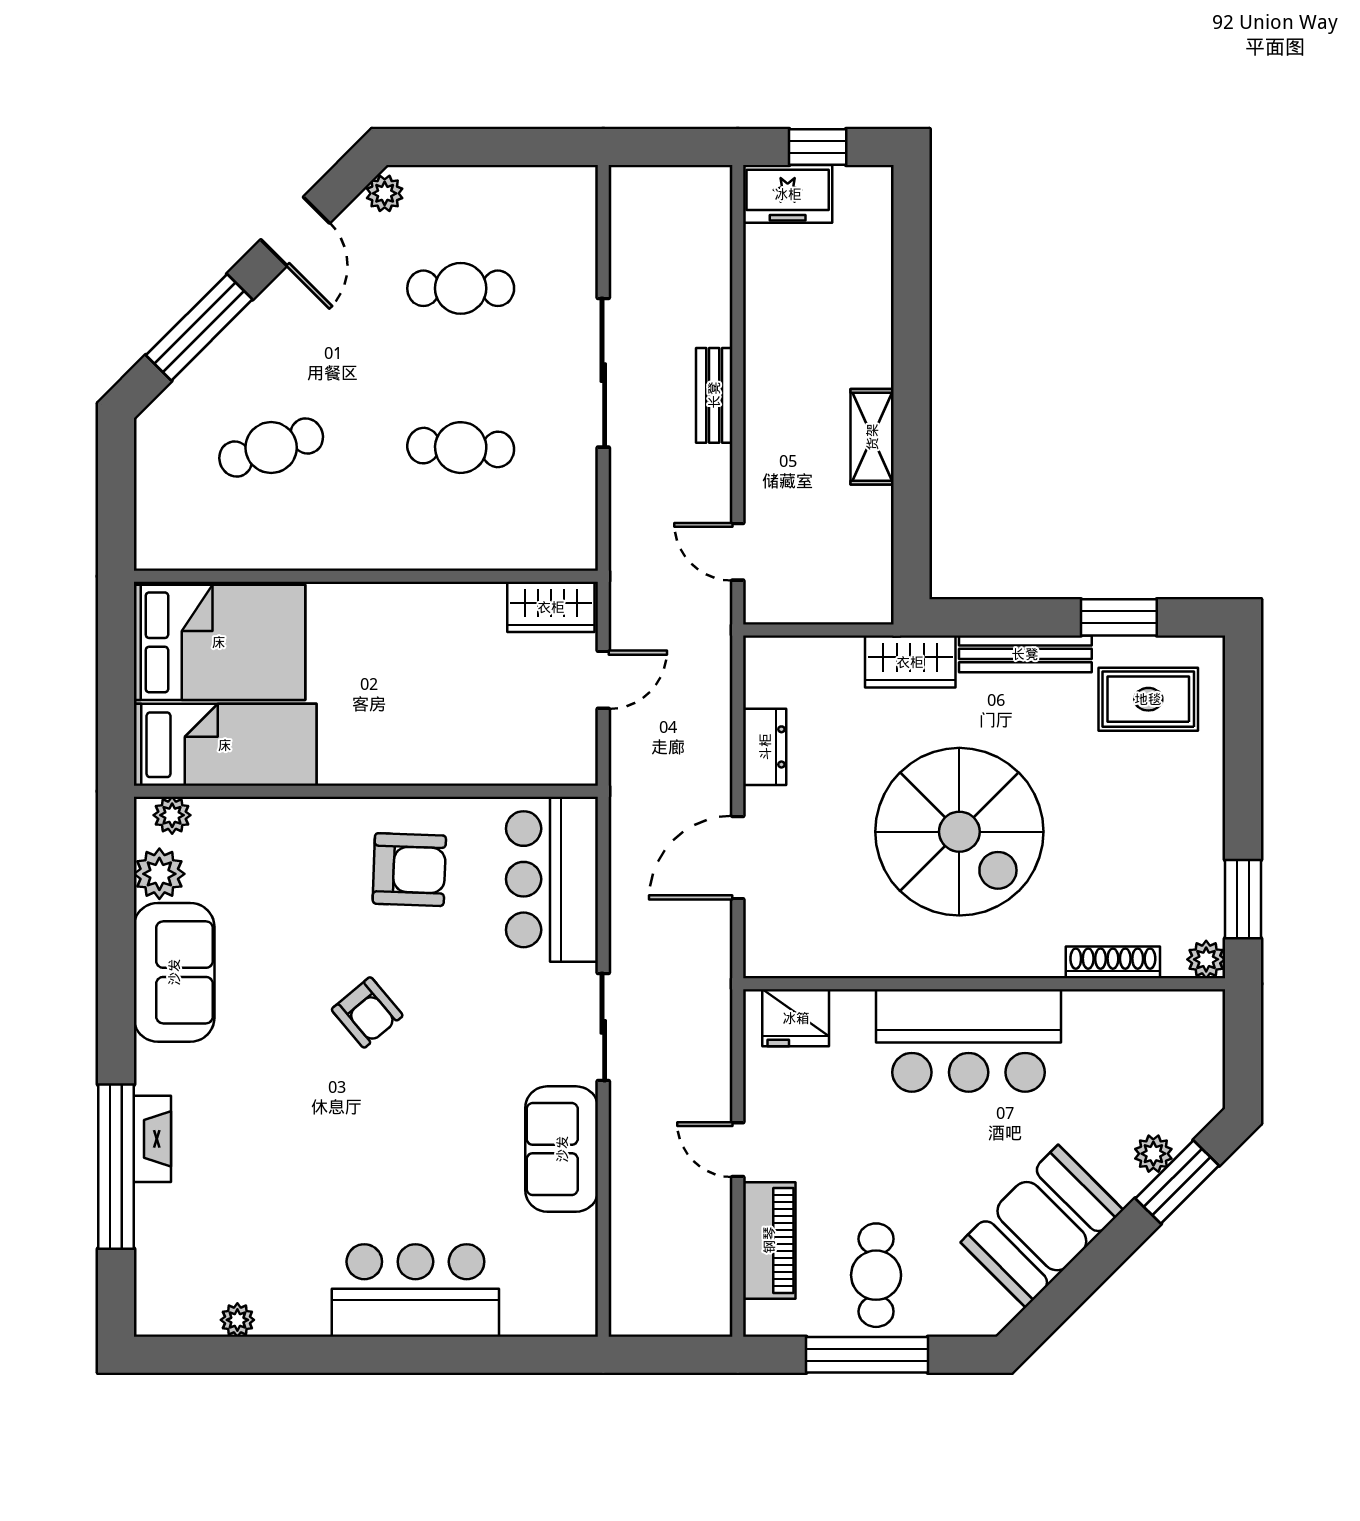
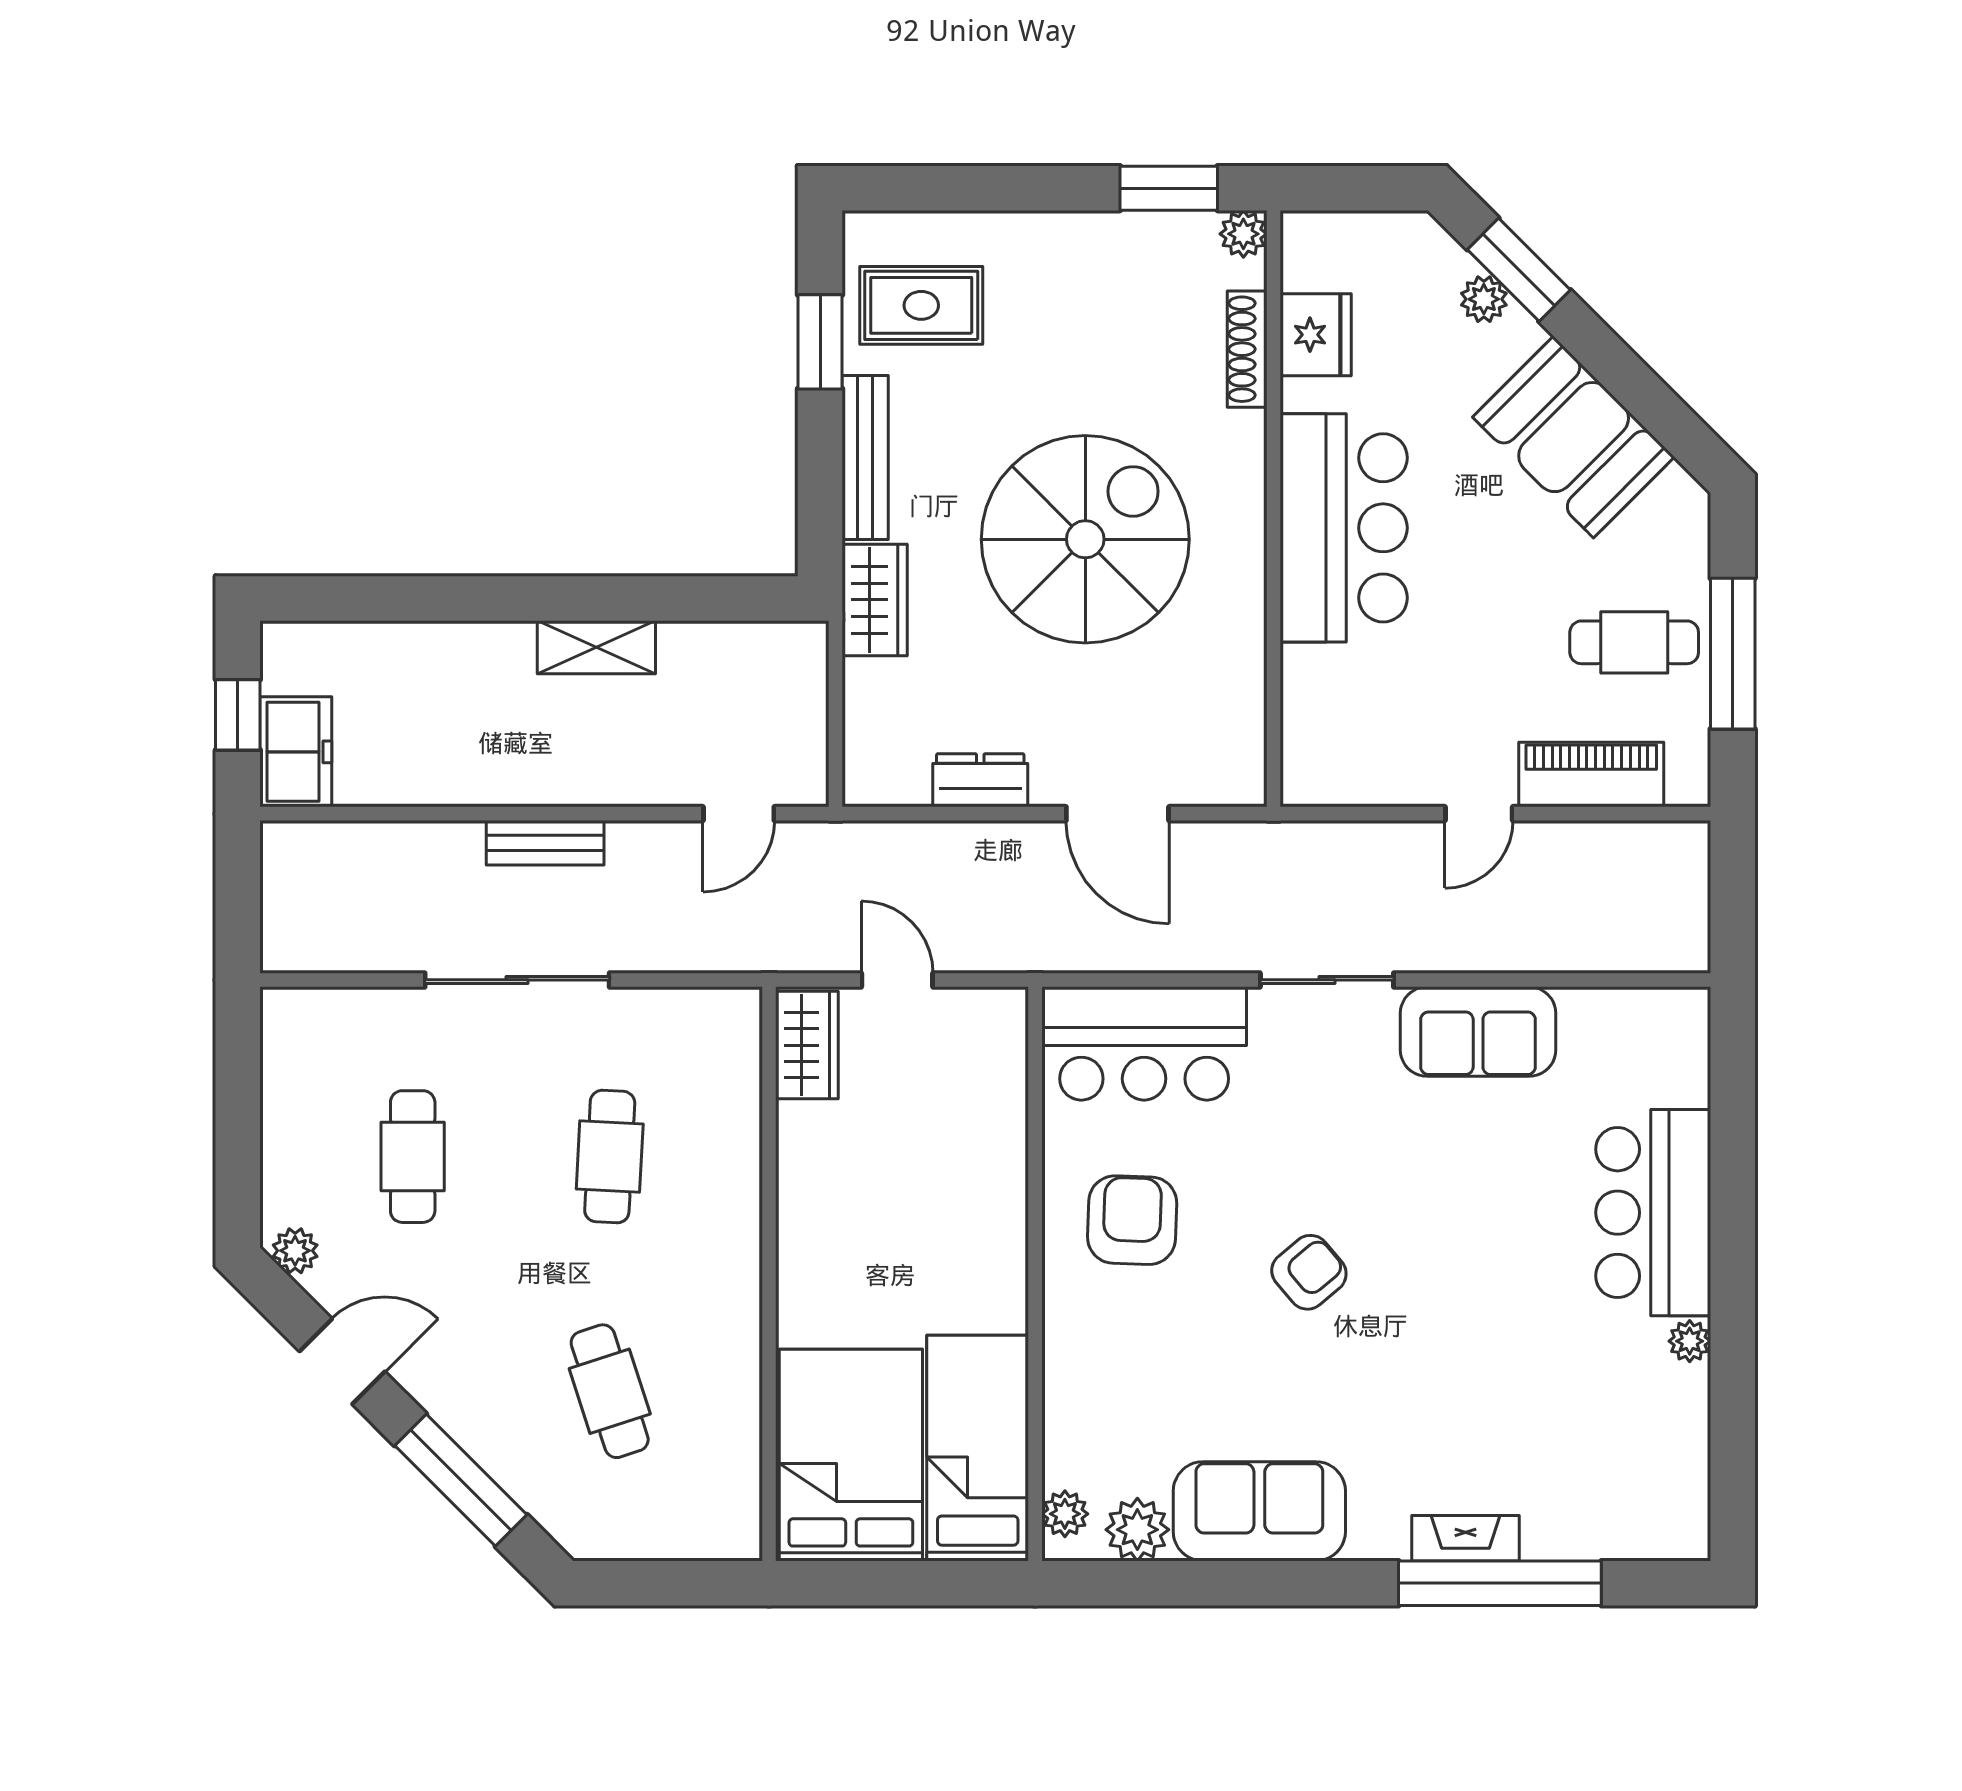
rug: (1148, 699) -> (921, 305), turned 90
fridge: (796, 1018) -> (1316, 335), moved
plant: (237, 1320) -> (1690, 1341), moved

